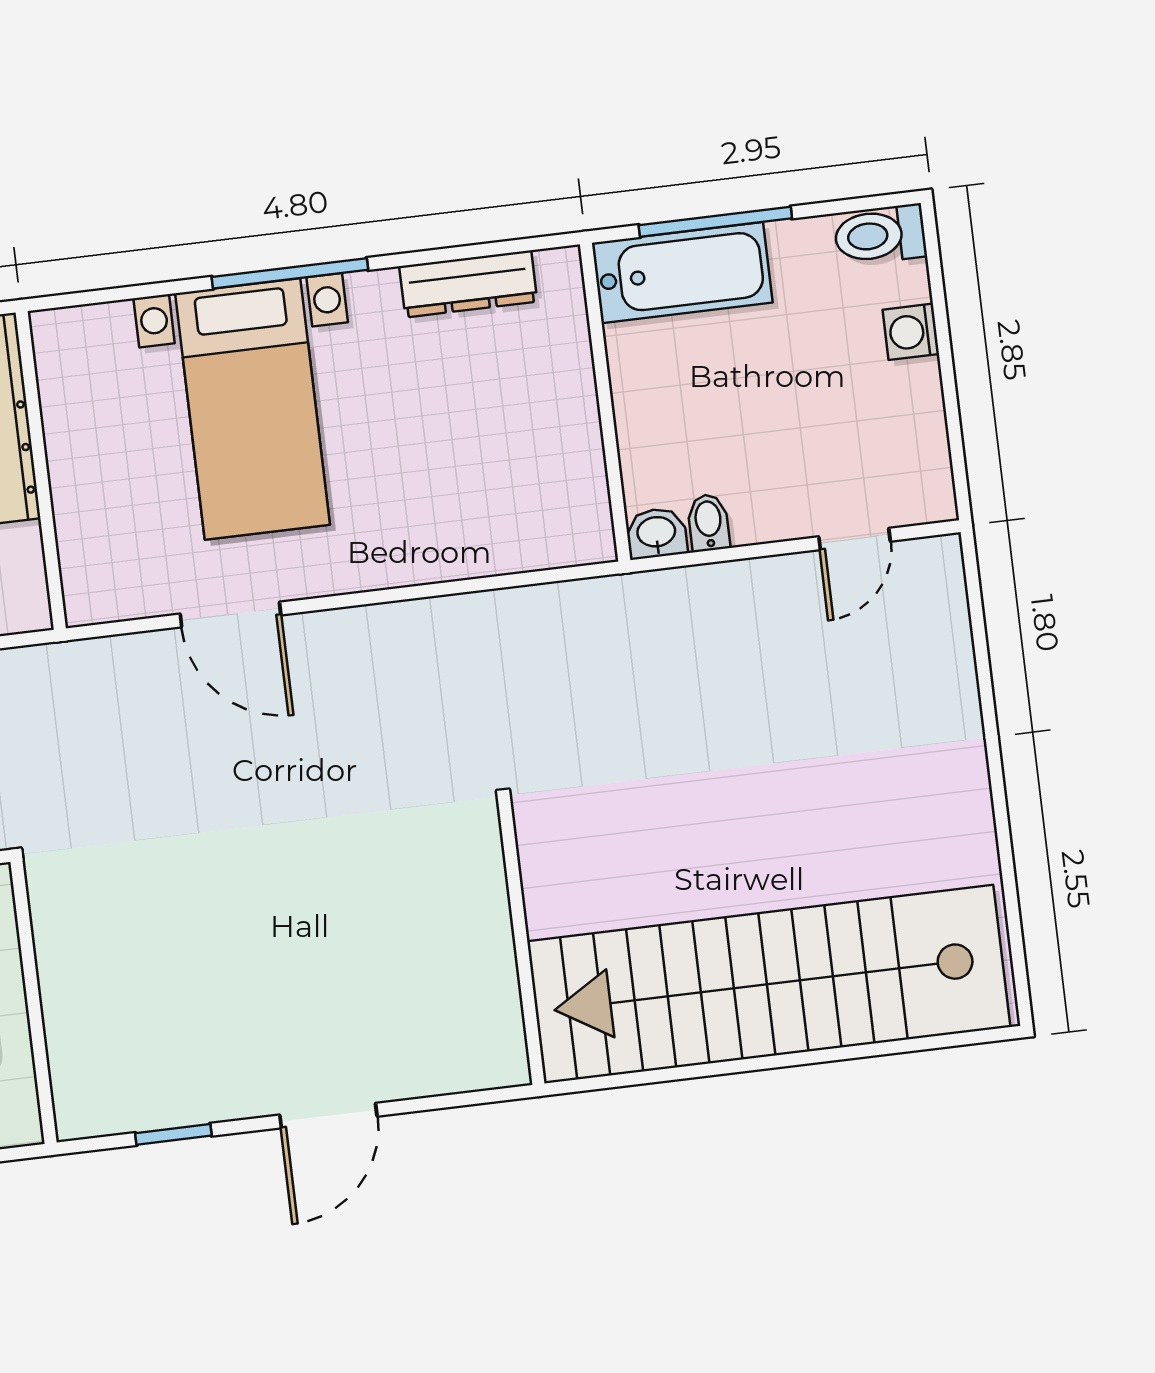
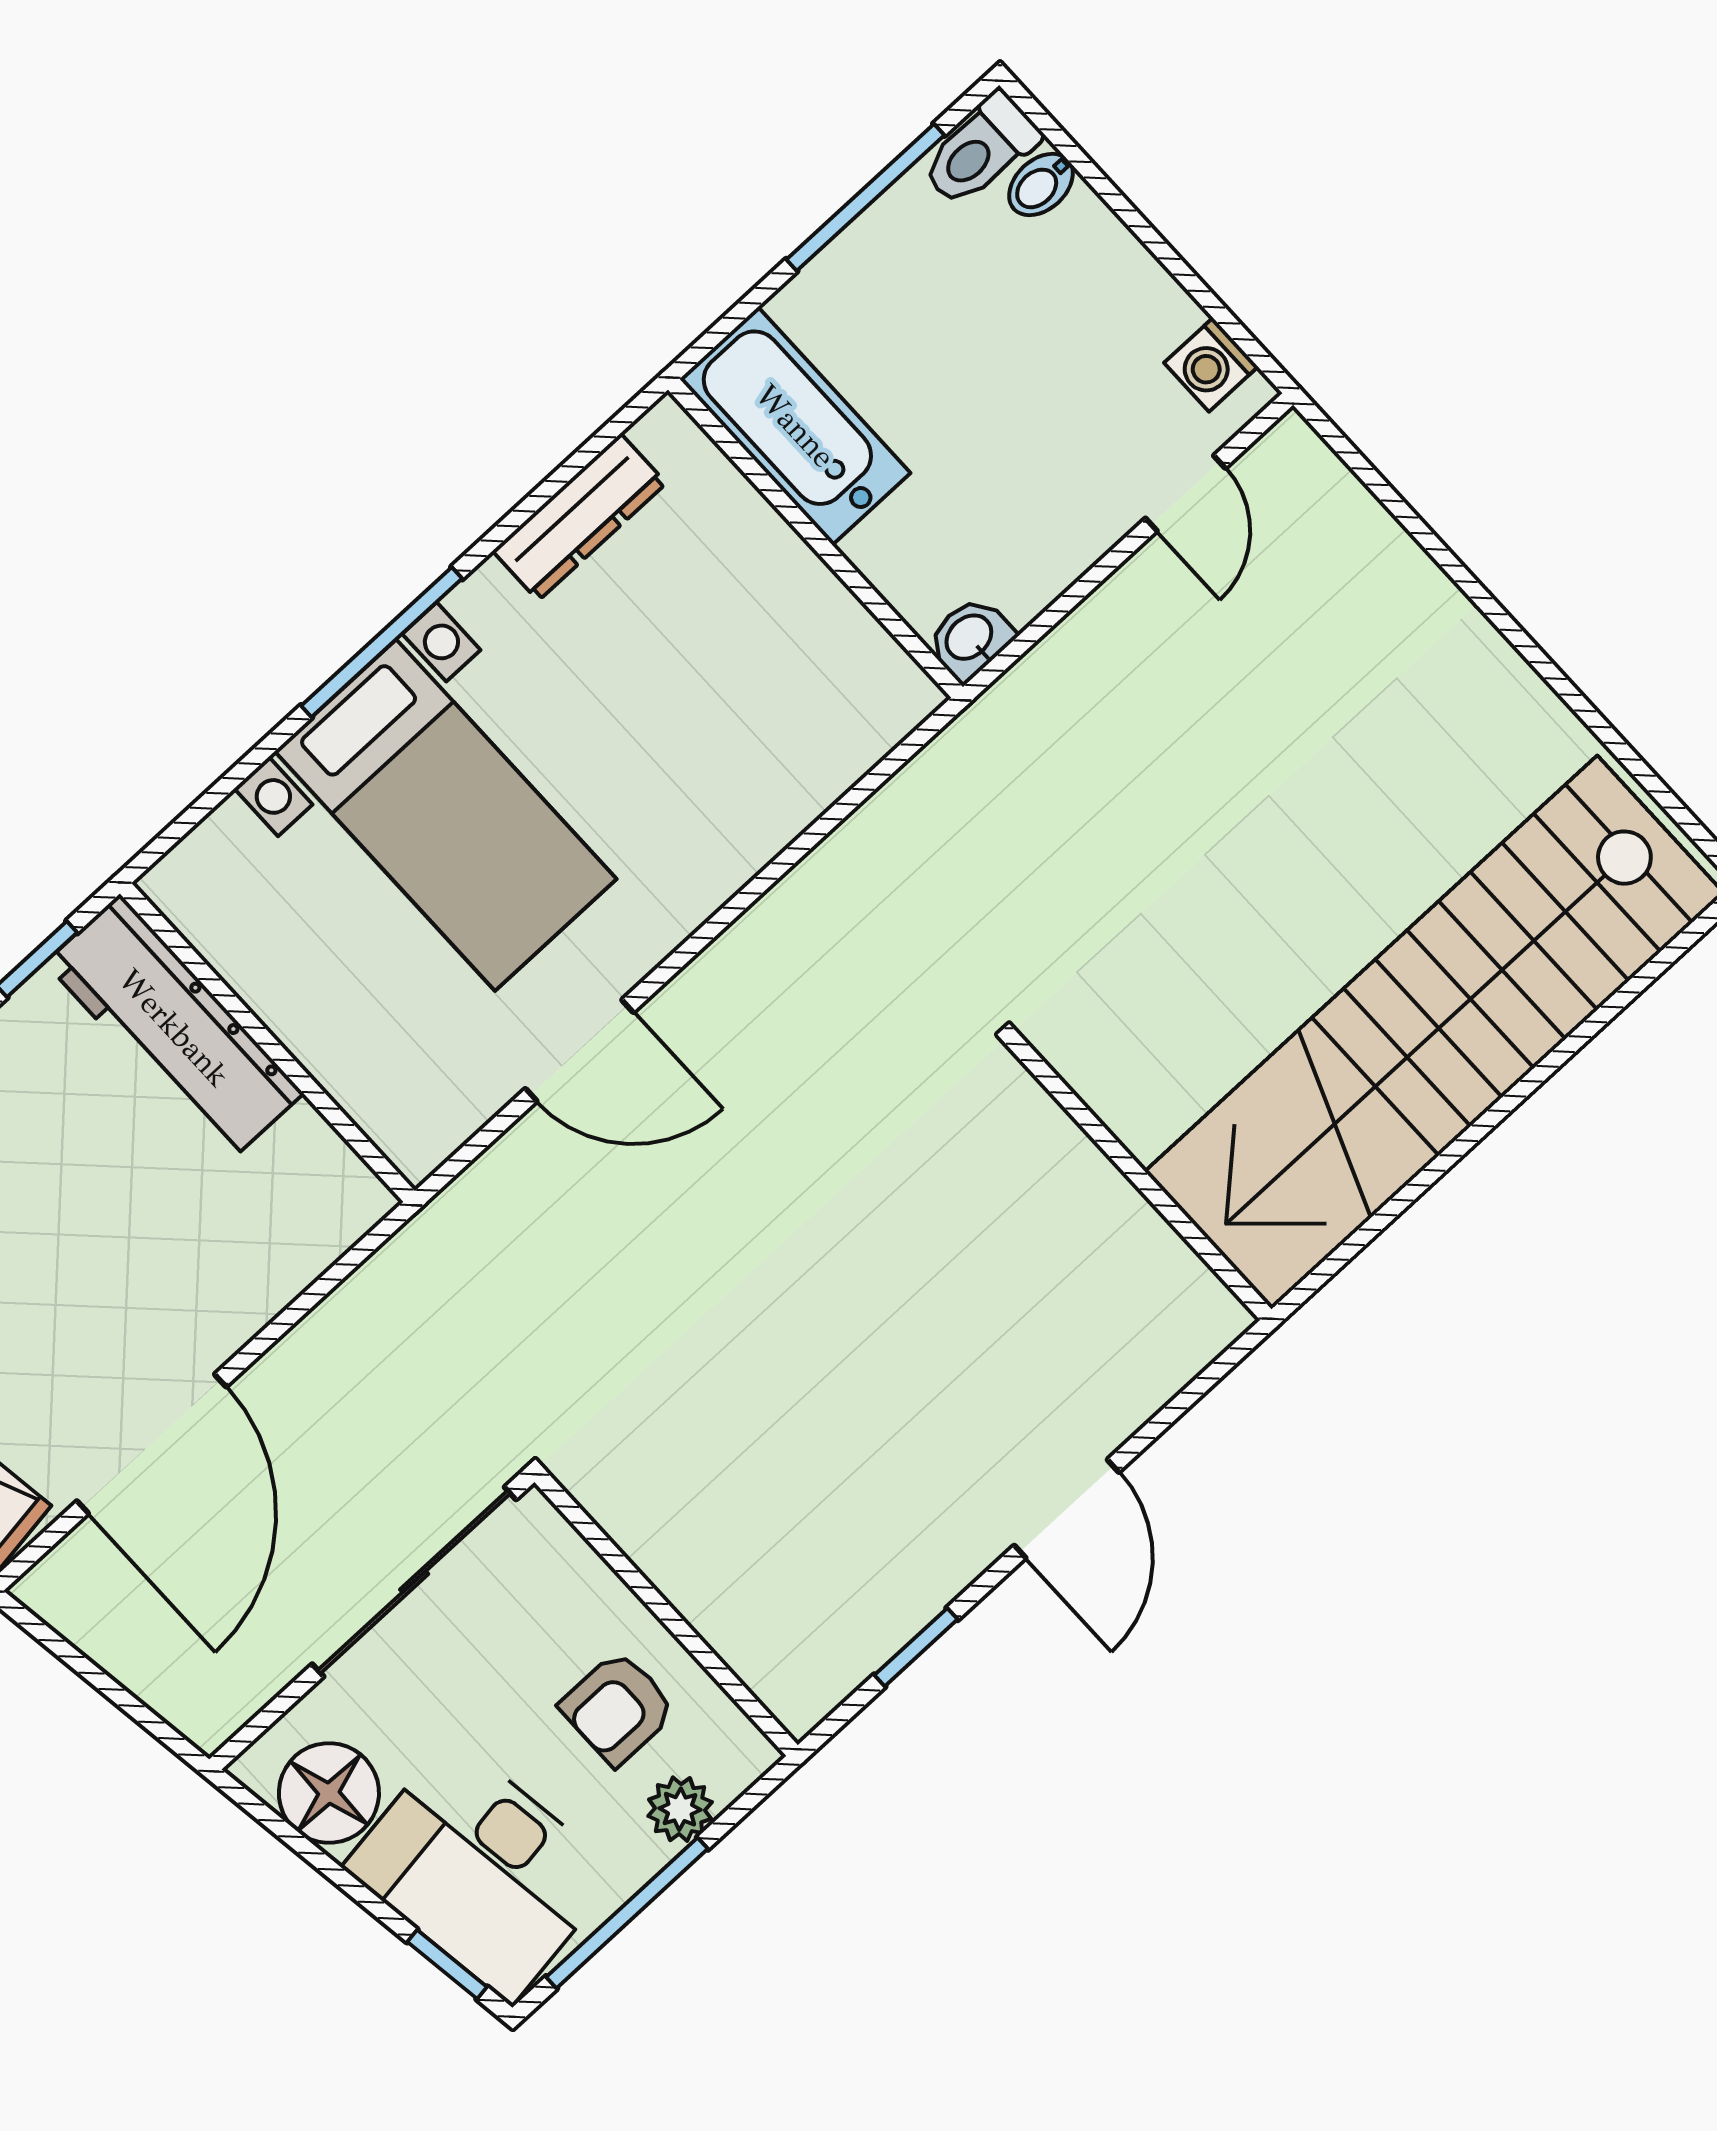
window: (715, 222) -> (865, 197), moved
bathtub: (682, 273) -> (795, 426), moved, turned -90
washing machine: (911, 332) -> (1211, 365), moved
bidet: (708, 523) -> (1041, 184), moved, turned -90

